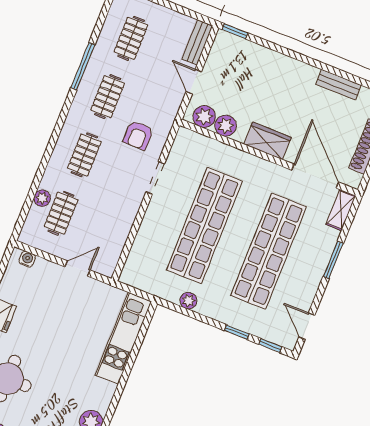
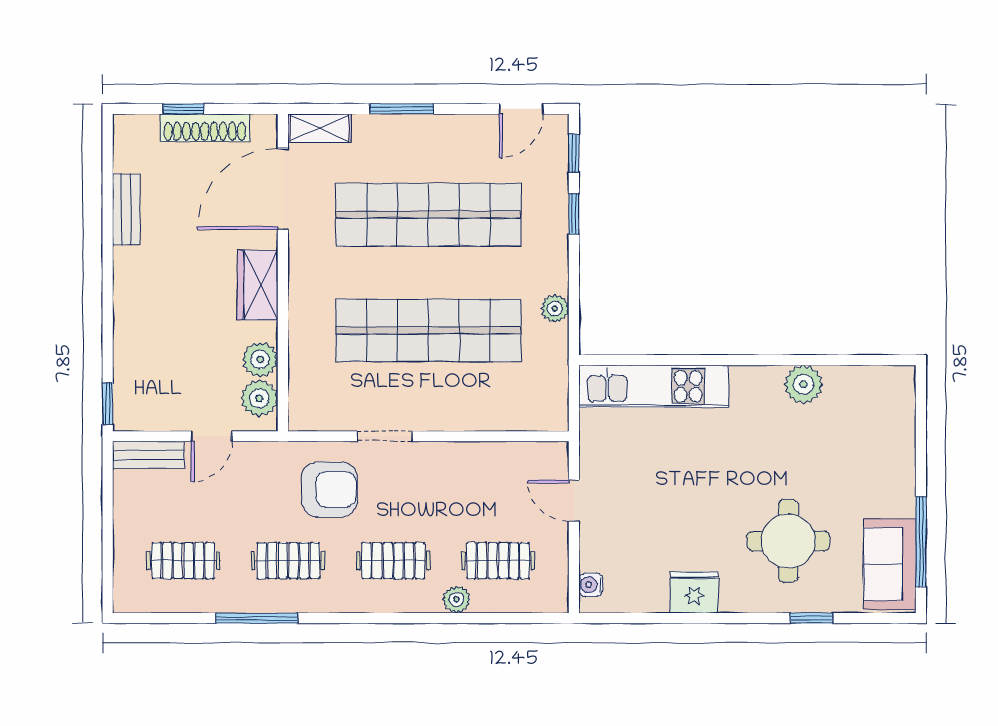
armchair: (138, 135) -> (329, 489), width x1.38, depth x1.38
plant: (42, 198) -> (457, 599), moved

